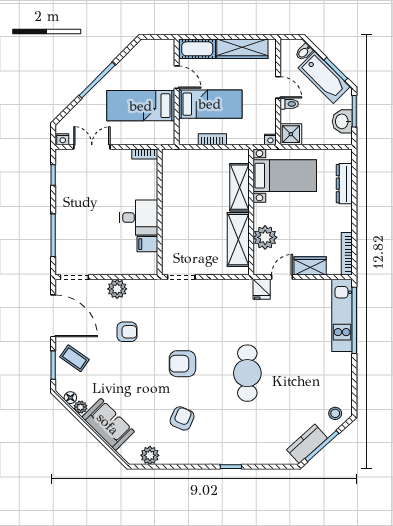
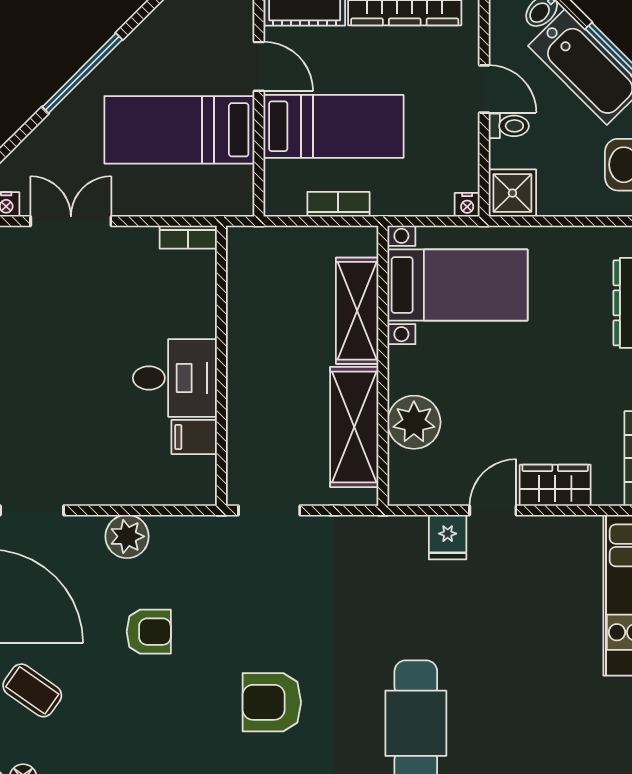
bed with nightstands: (285, 176) -> (457, 285), moved
shelving: (239, 187) -> (357, 311), moved
wall: (251, 212) -> (383, 366), moved
plant: (265, 237) -> (414, 422), moved
shelving: (238, 240) -> (354, 427), moved

